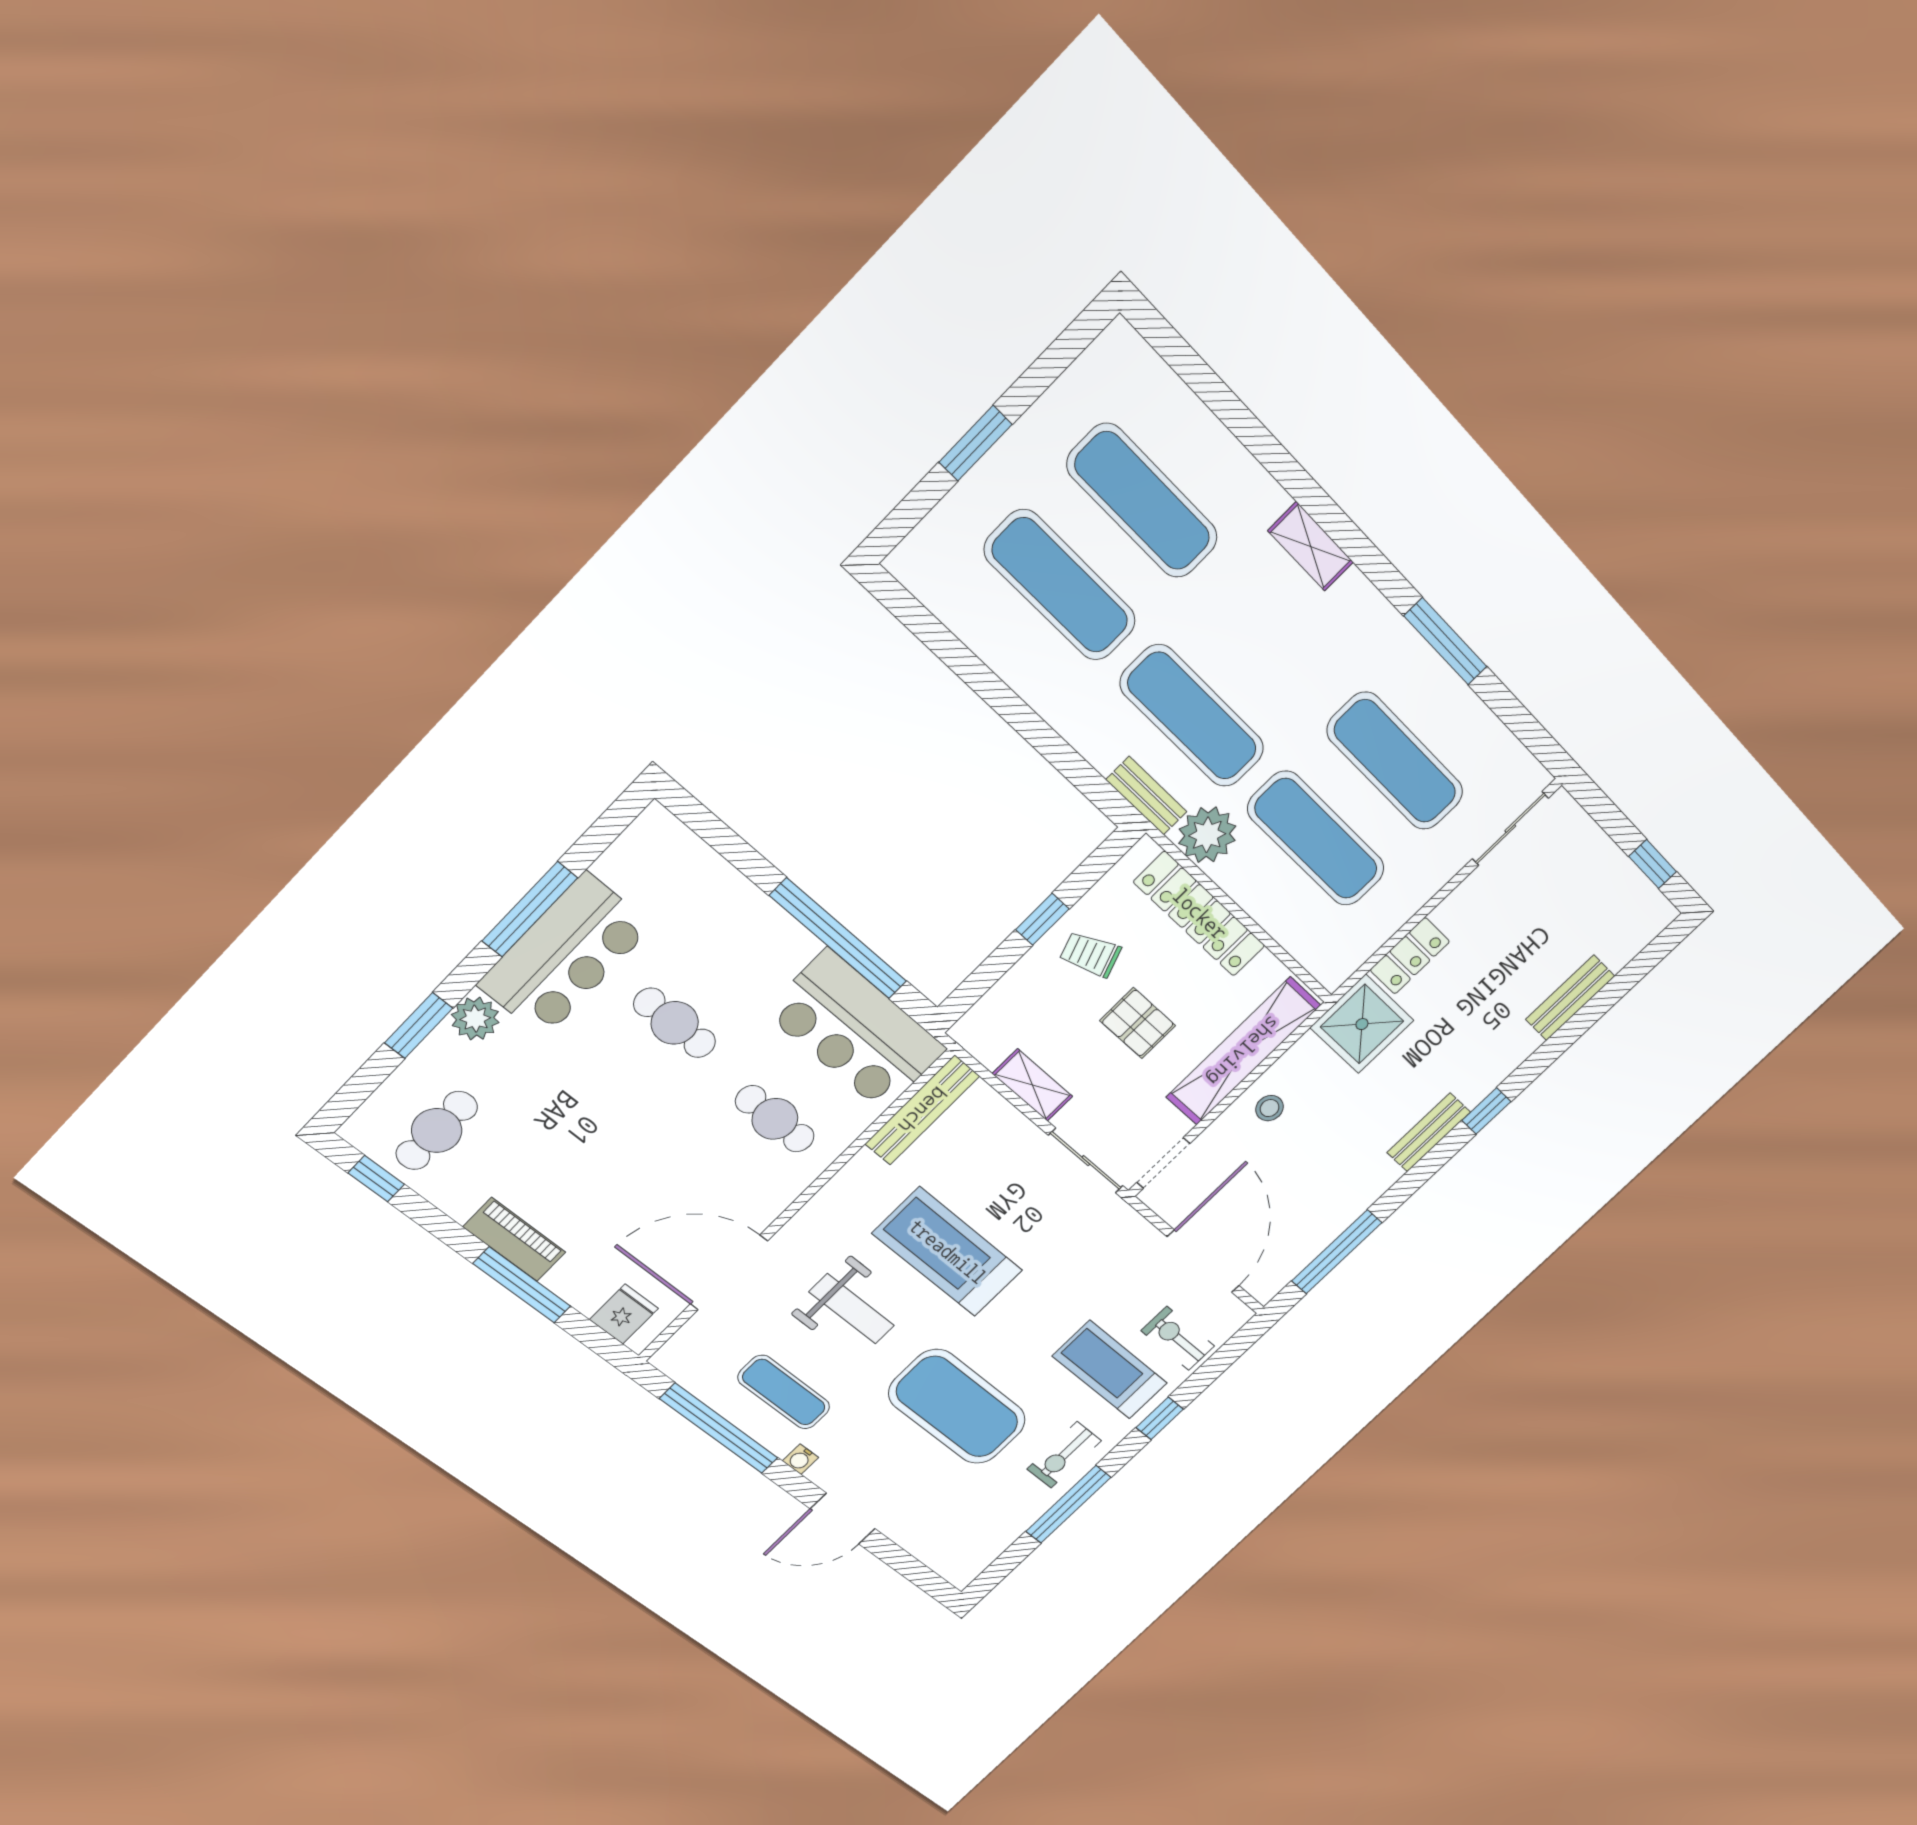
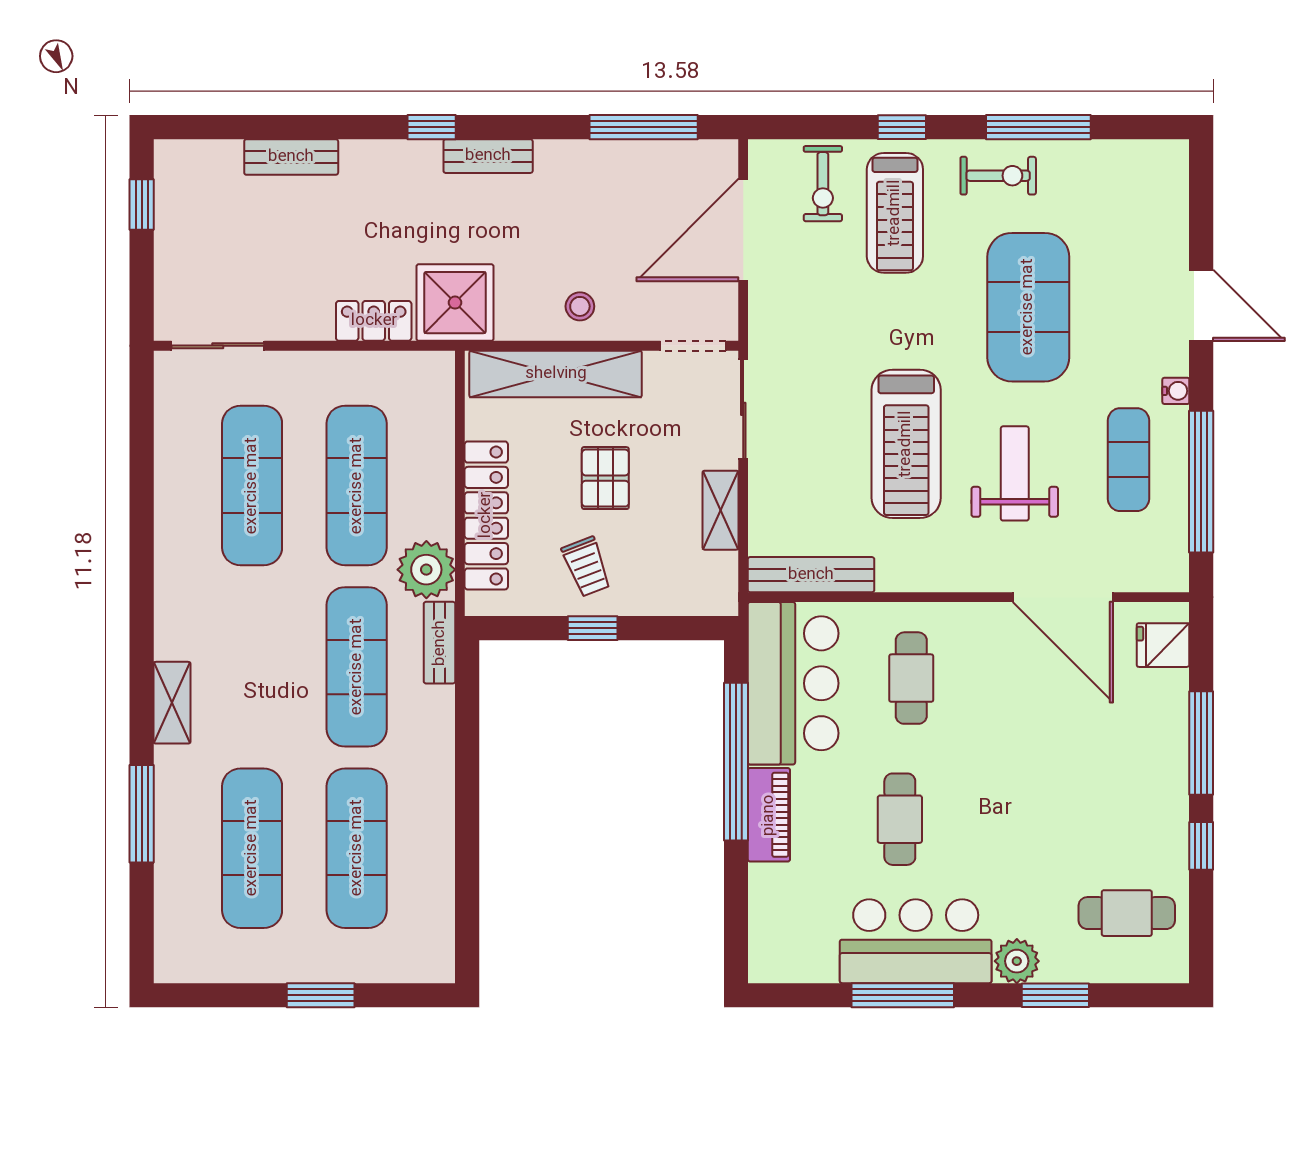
window: (1445, 641) -> (142, 814), moved
window: (376, 1179) -> (1201, 846), moved
piano: (514, 1240) -> (769, 815), moved, turned 180

